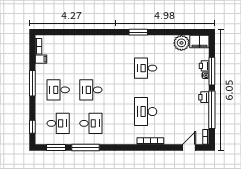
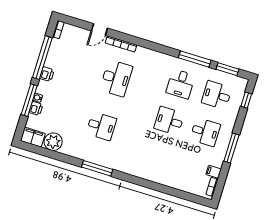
window: (138, 32) -> (97, 168), width x1.44
desk: (91, 90) -> (169, 121), turned 180
desk: (91, 123) -> (181, 84), turned -90
door: (189, 148) -> (99, 30), moved

